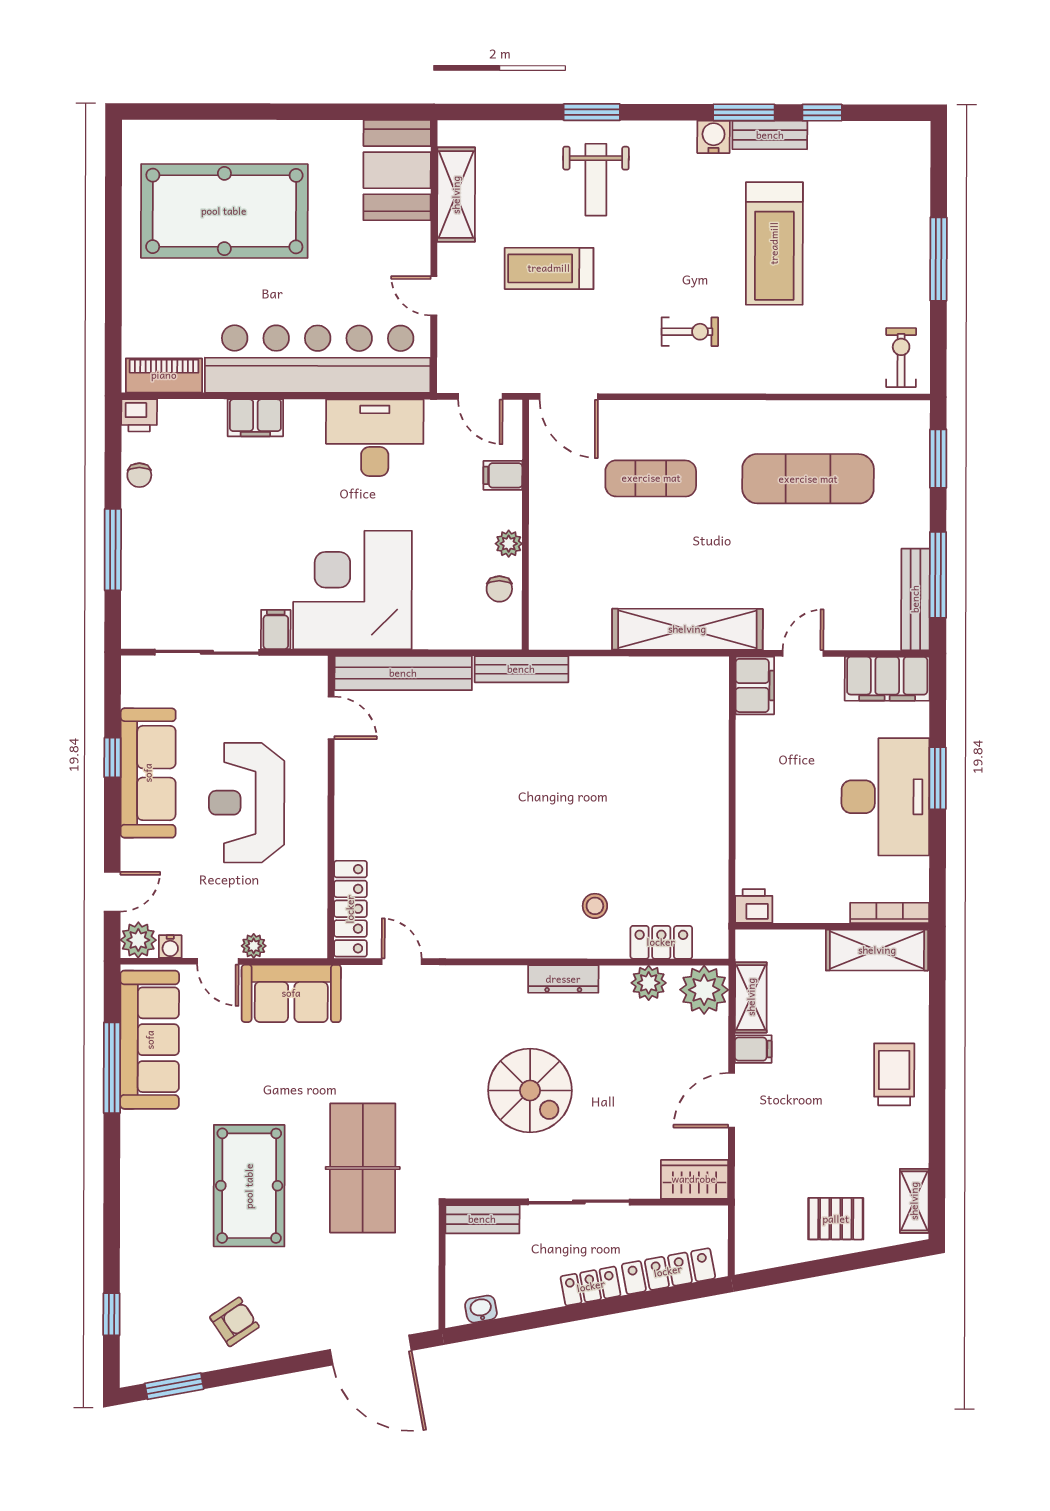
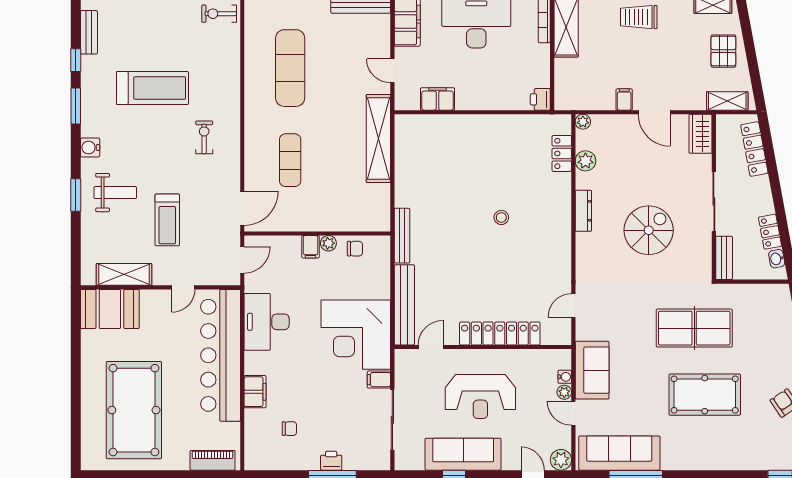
bench: (770, 135) -> (89, 32), moved
water cooler: (714, 137) -> (90, 147), moved
piano: (164, 375) -> (213, 460), moved, turned 90
printer: (139, 415) -> (331, 461), moved, turned -90
chair: (139, 475) -> (289, 429), moved
filing cabinet: (503, 475) -> (311, 247), moved
filing cabinet: (755, 685) -> (437, 99), moved
stool: (595, 906) -> (501, 217), moved
locker: (350, 909) -> (500, 334), moved, width x1.41, depth x1.21
water cooler: (170, 947) -> (565, 377), moved
door: (218, 961) -> (573, 413), swing flipped
plant: (704, 990) -> (583, 122), width x0.53, depth x0.53
shelving: (751, 997) -> (727, 101), moved
locker: (591, 1286) -> (770, 232), moved

